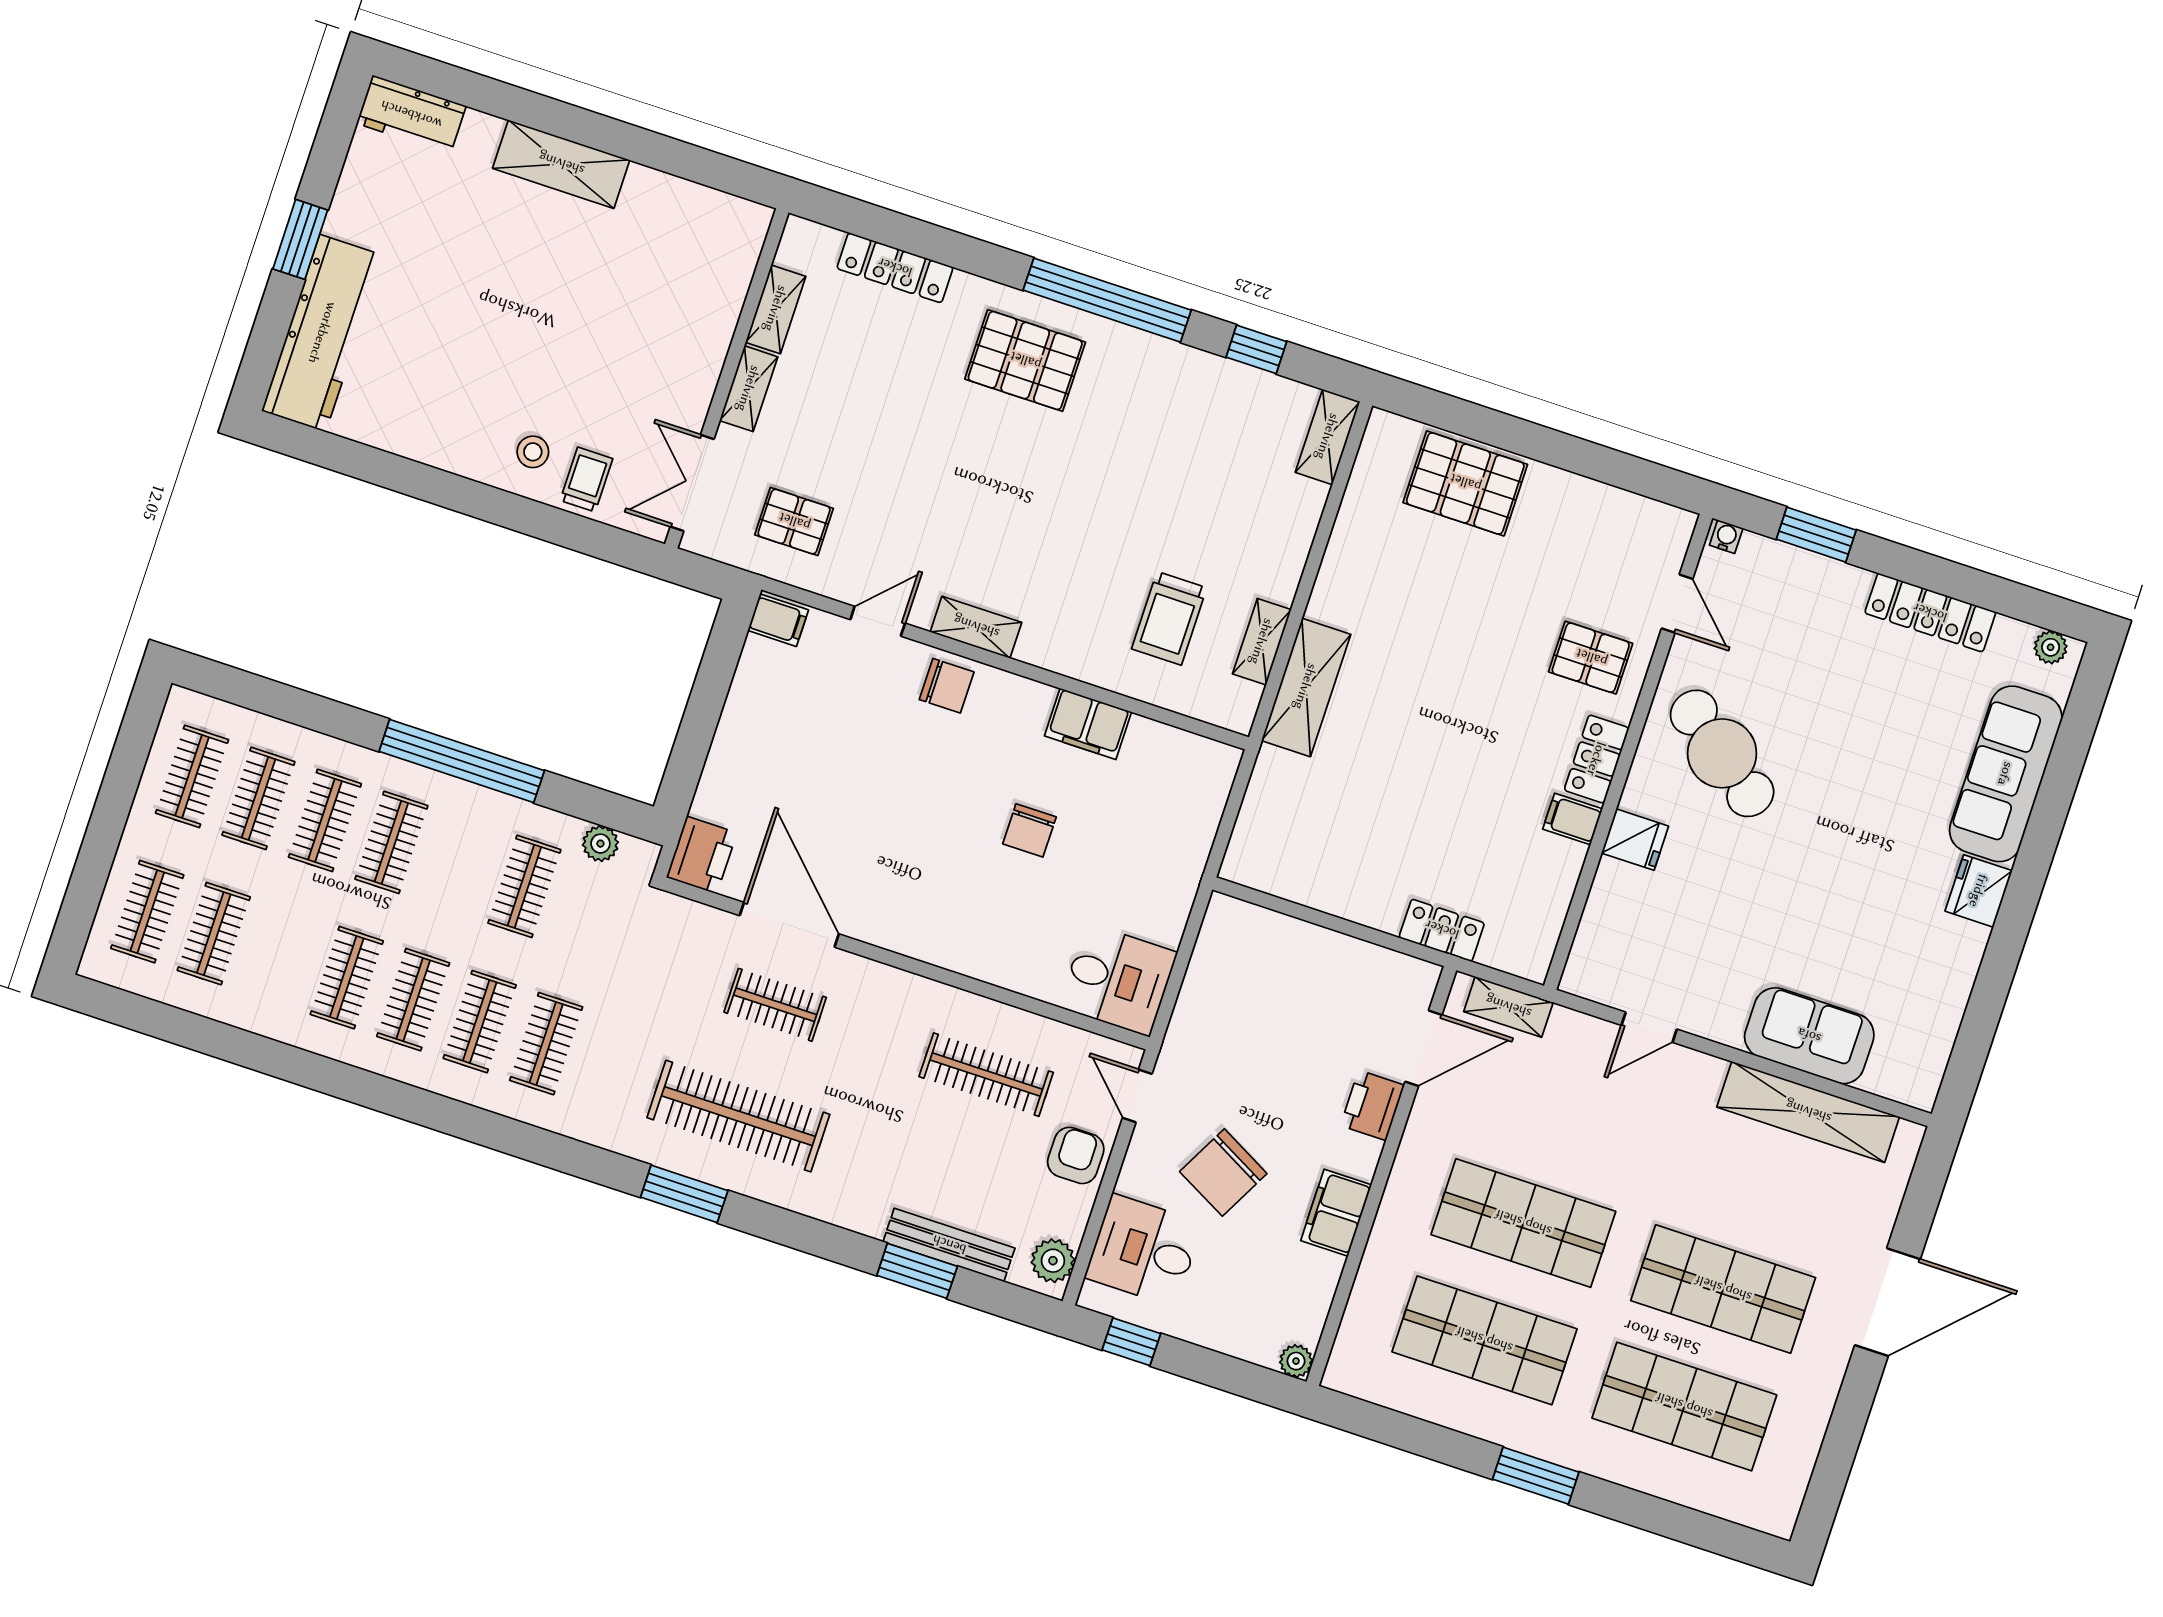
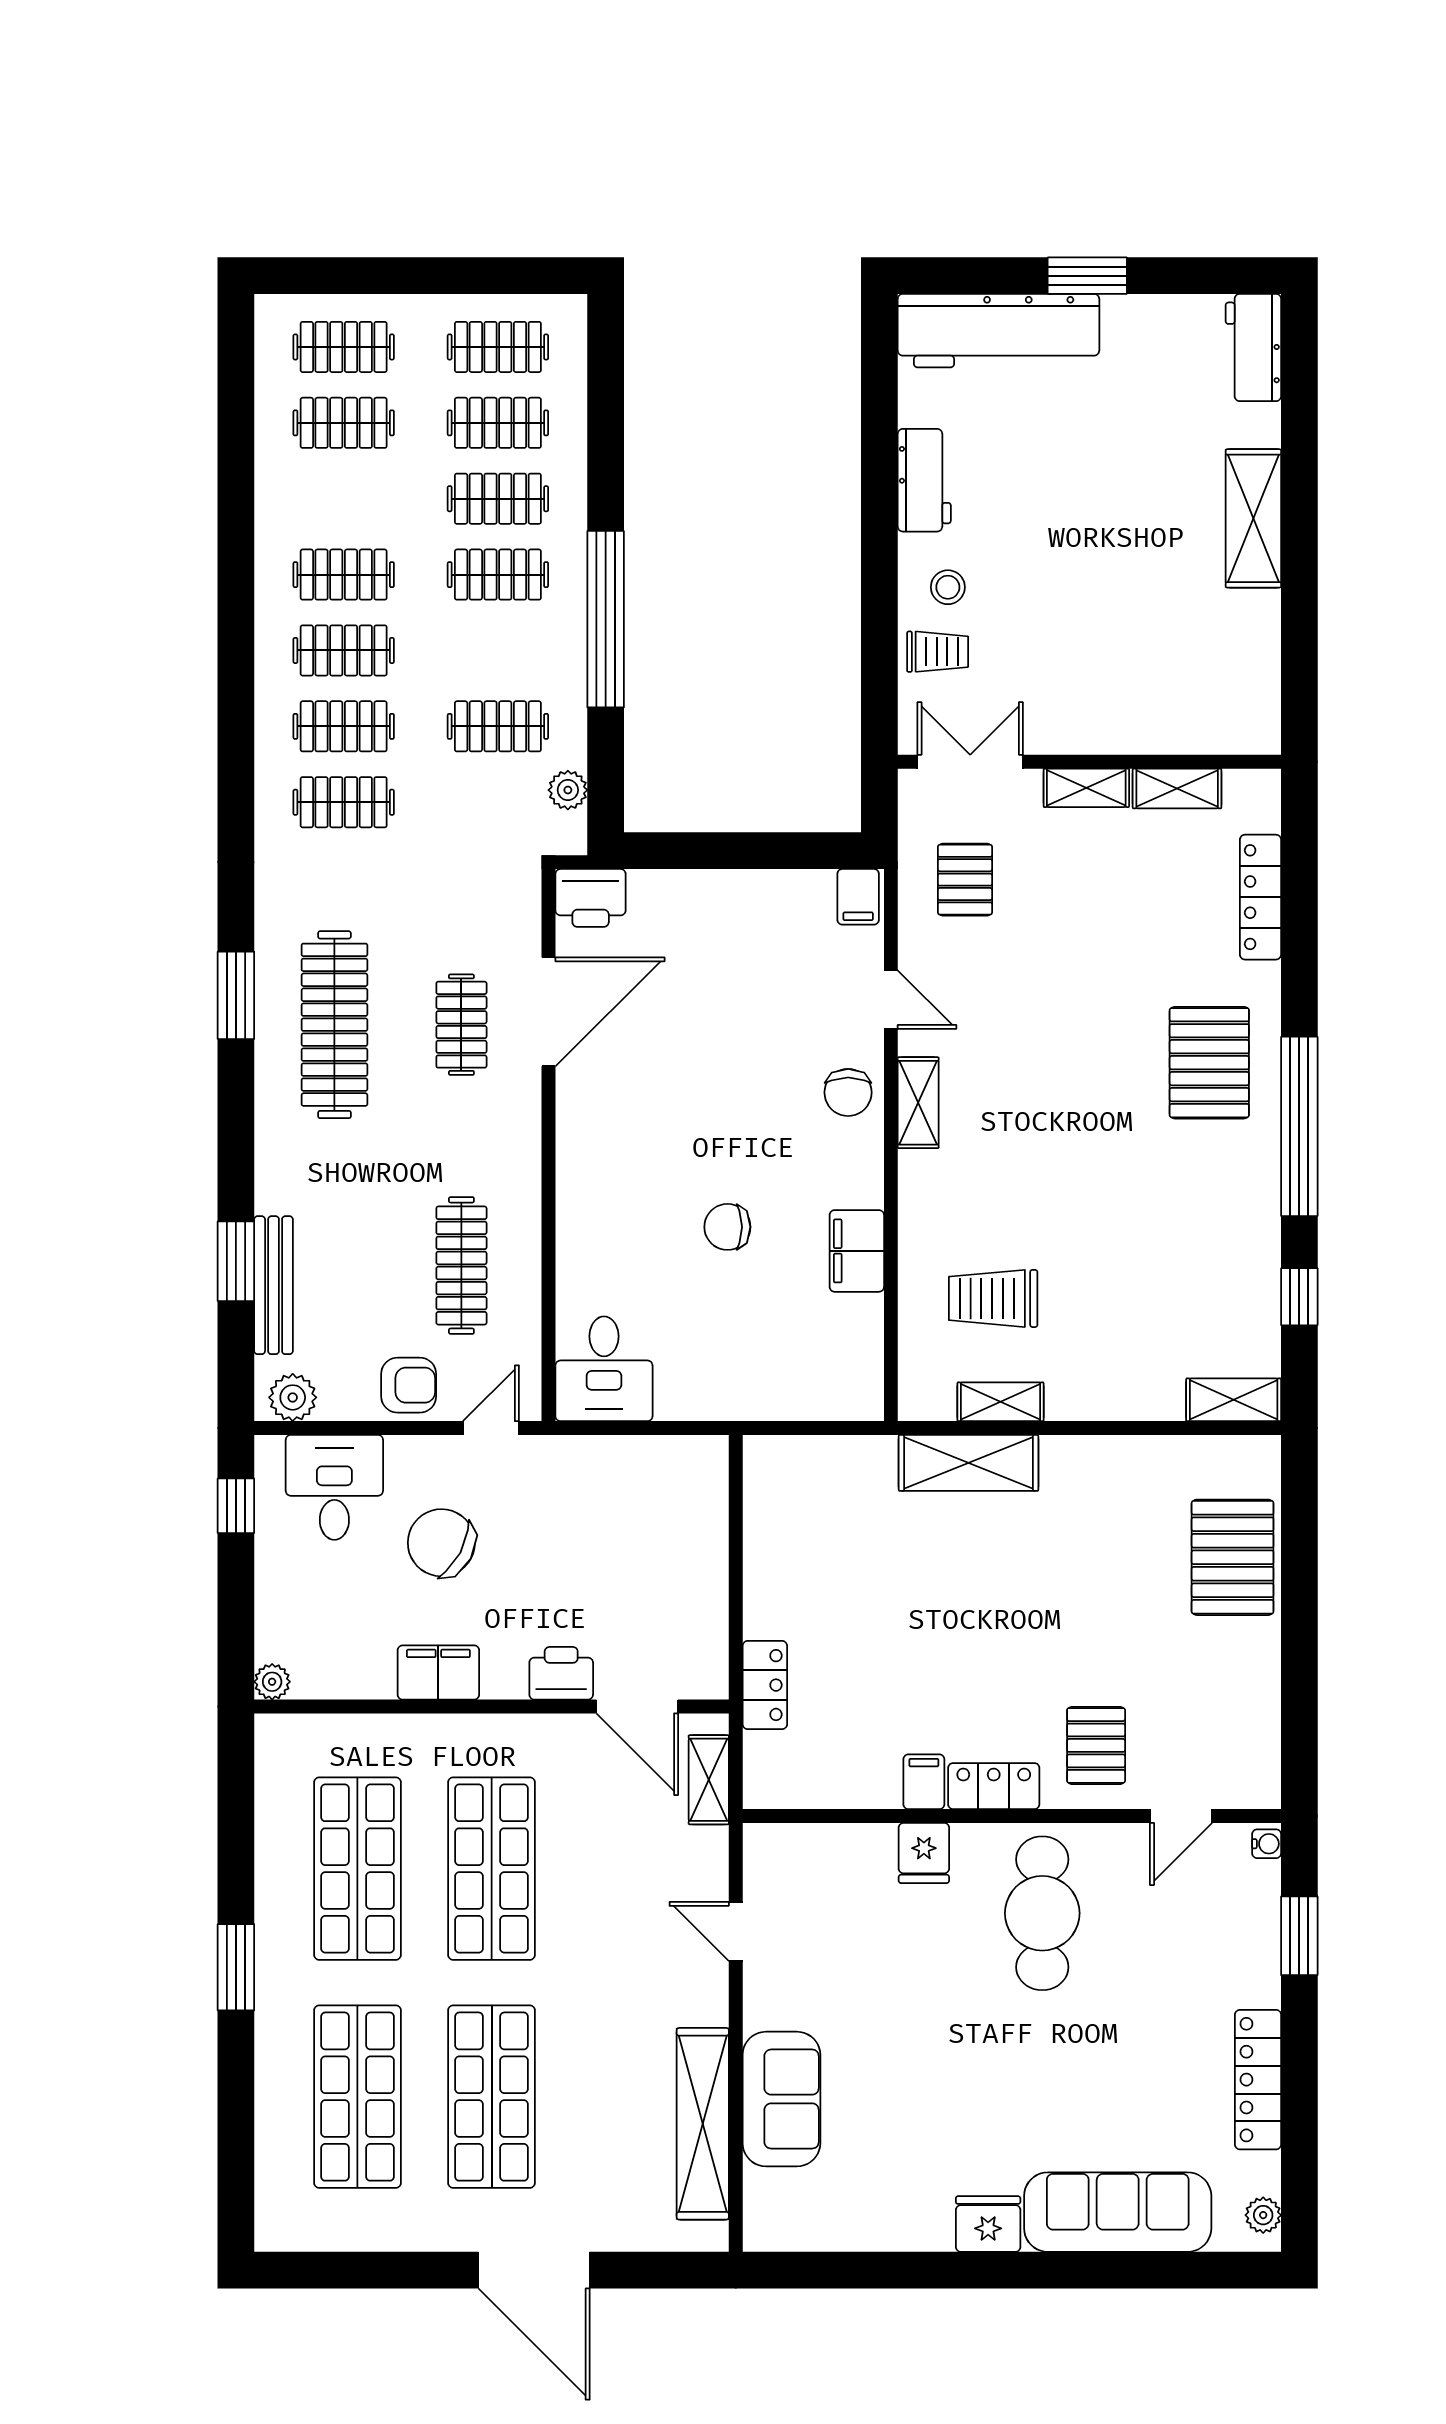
workbench: (432, 442) -> (924, 480), added
cafe table: (1722, 753) -> (1042, 1913), turned -37

